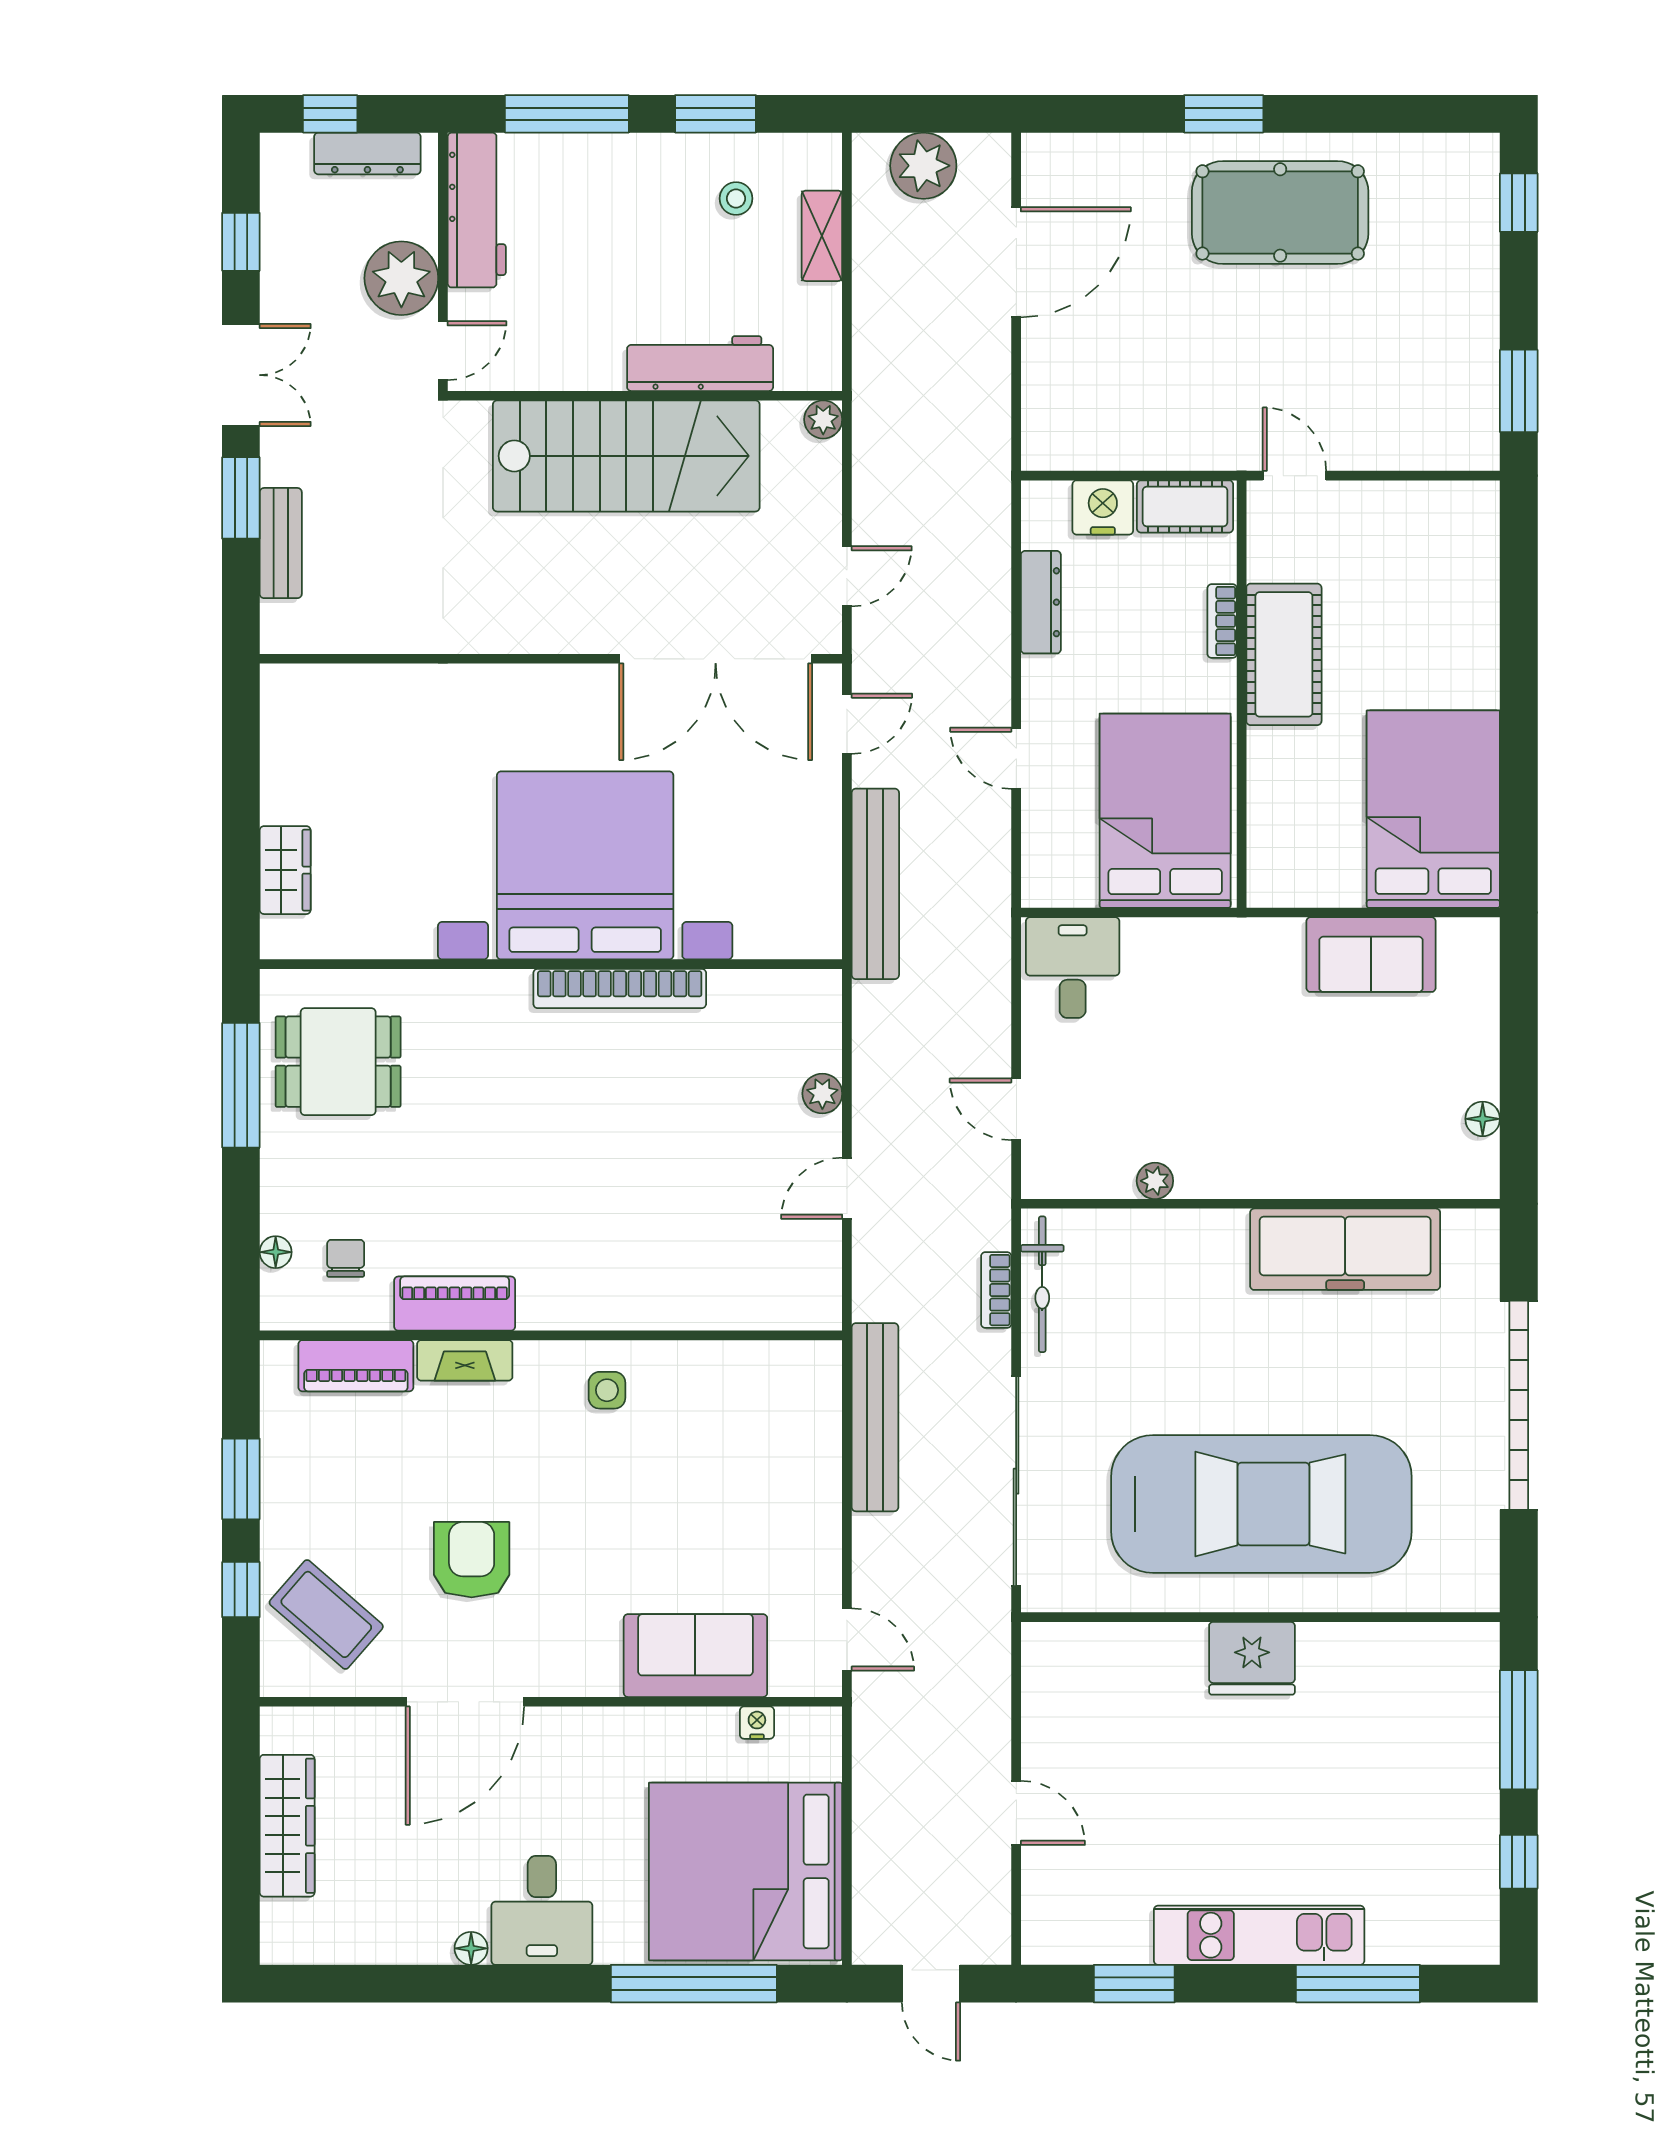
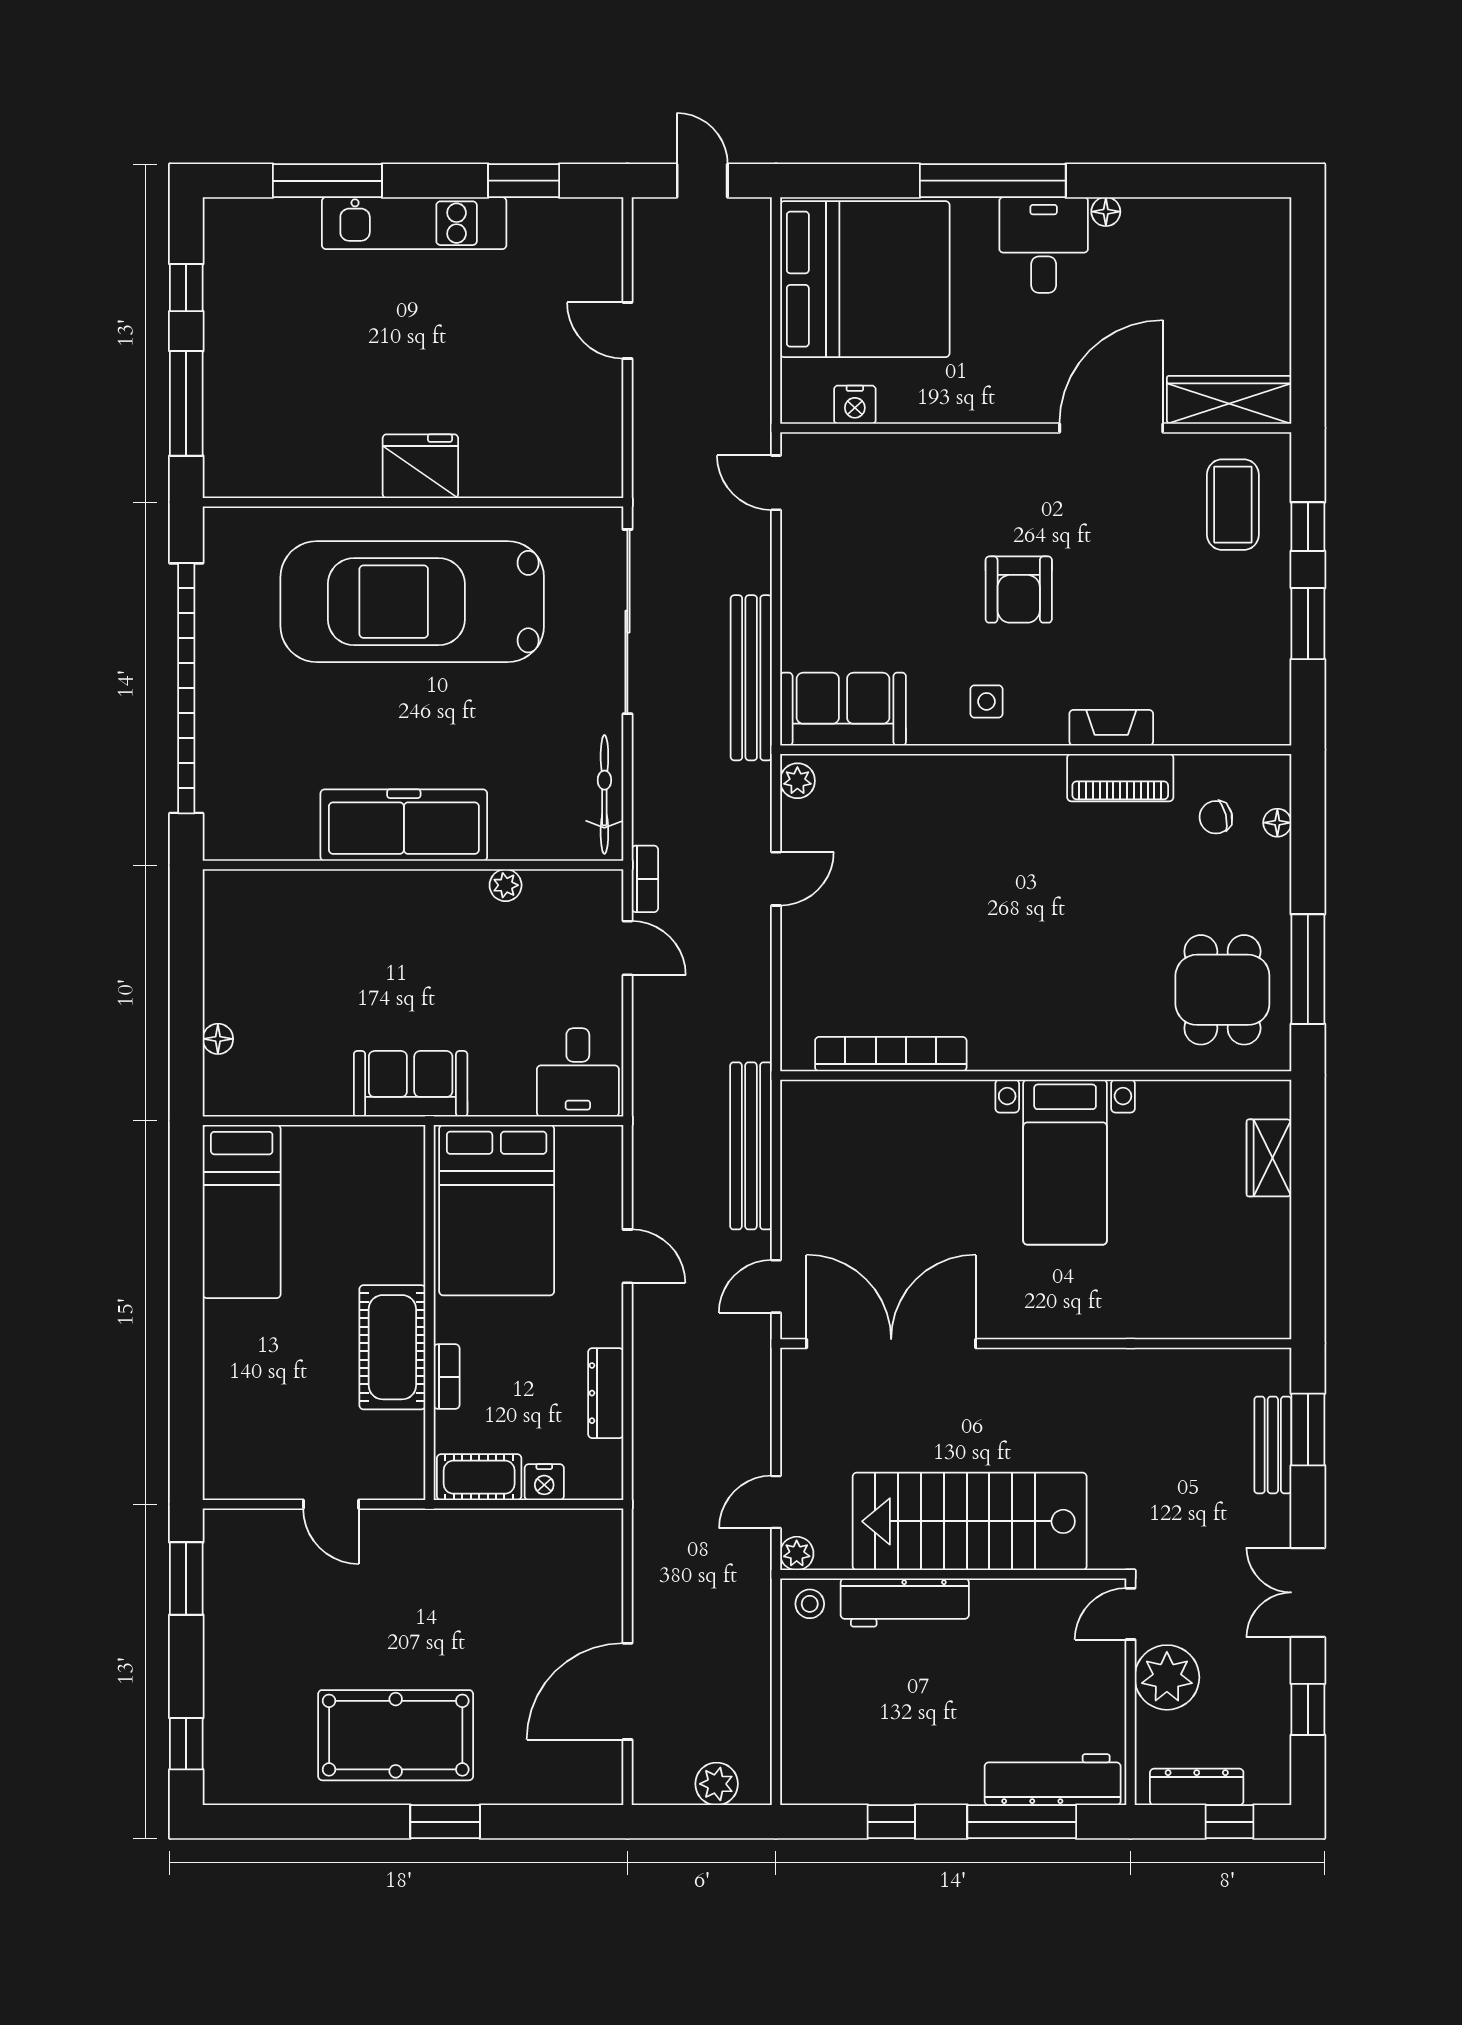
window: (716, 114) -> (891, 1822), width x0.67
plant: (923, 166) -> (717, 1784), width x0.73, depth x0.73
stool: (736, 198) -> (810, 1604), moved
workbench: (477, 210) -> (1053, 1780), moved, turned 90
shelving: (822, 236) -> (798, 1715), removed
door: (1294, 476) -> (331, 1504), moved
window: (241, 498) -> (1308, 1430), moved
nightstand: (1103, 507) -> (544, 1482), width x0.74, depth x0.75
door: (847, 576) -> (776, 1502), moved
bed: (1433, 809) -> (242, 1211), width x0.67
bed with nightstands: (585, 865) -> (1065, 1162), width x0.54
sofa: (1371, 955) -> (411, 1084), moved
bookcase: (620, 988) -> (891, 1054), moved
dining table: (338, 1062) -> (1222, 990), turned 90
plant: (822, 1094) -> (797, 781), moved
floor lamp: (1483, 1119) -> (218, 1039), moved
freezer: (1345, 1249) -> (404, 825), moved
chair: (346, 1258) -> (1216, 817), turned 76
bookcase: (996, 1290) -> (645, 879), moved
piano: (356, 1366) -> (1207, 723), removed
garage door: (1519, 1405) -> (186, 688), width x1.36
armchair: (472, 1560) -> (1019, 590), moved
coffee table: (326, 1614) -> (1233, 505), turned 49
sofa: (695, 1656) -> (843, 709), moved, turned 180
nightstand: (757, 1723) -> (855, 405), width x1.39, depth x1.35
wardrobe: (287, 1826) -> (1229, 400), moved, turned 90
window: (694, 1984) -> (993, 181), moved

